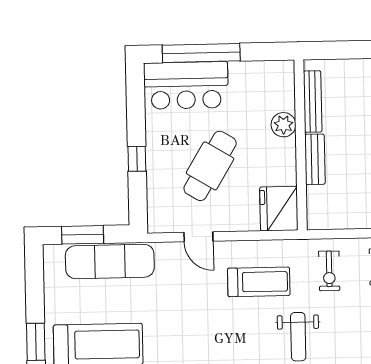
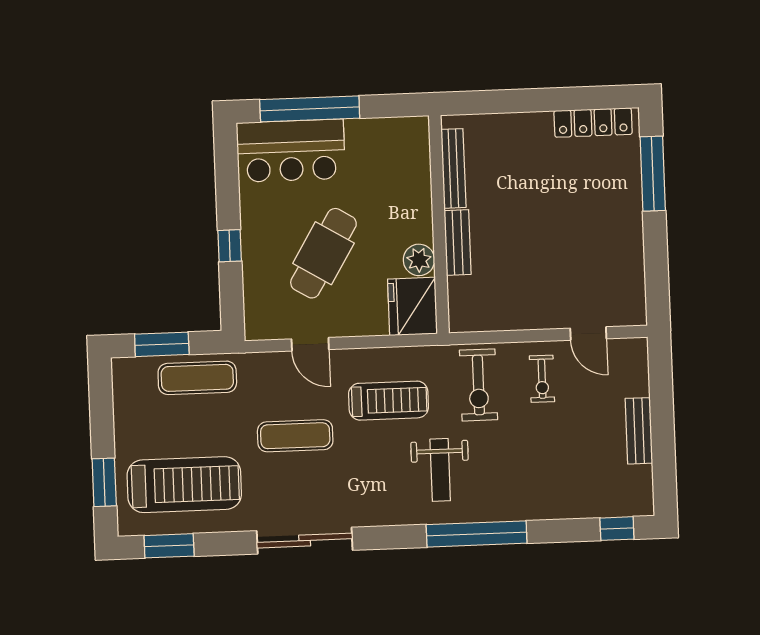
plant: (283, 125) -> (419, 260), moved
exercise mat: (110, 261) -> (197, 378), width x0.73, depth x0.69
exercise bike: (329, 271) -> (478, 385), width x1.38, depth x1.39
exercise mat: (185, 308) -> (295, 436), added

